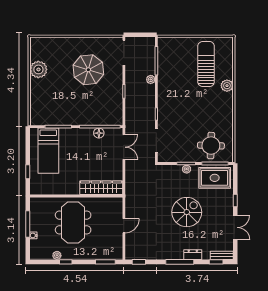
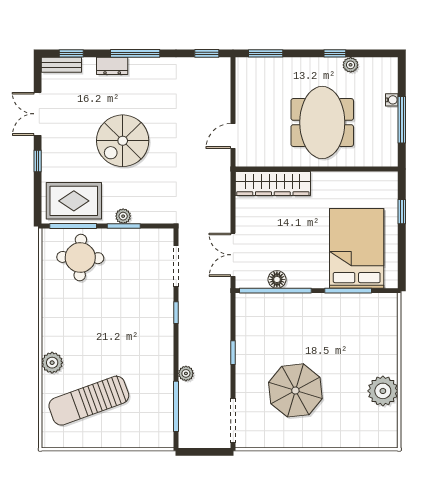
sun lounger: (206, 64) -> (89, 401), turned 70
bed: (48, 151) -> (357, 248), width x1.50
door: (124, 226) -> (233, 136), moved

